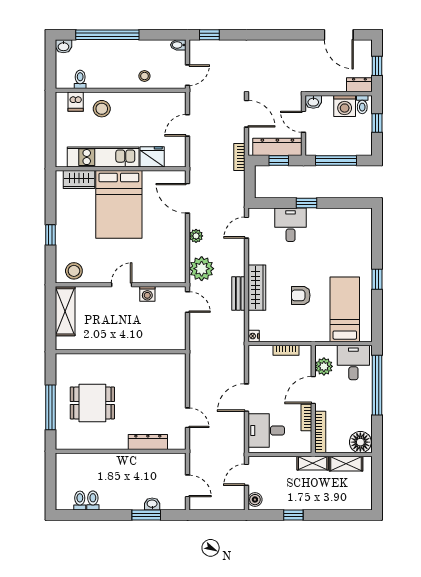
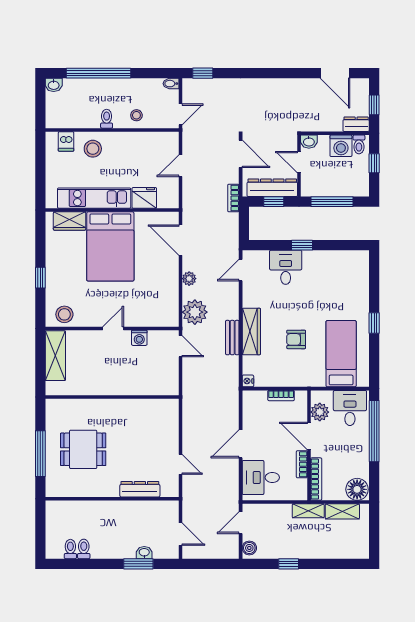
toilet: (80, 79) -> (107, 119), moved
door: (313, 390) -> (309, 436), hinge flipped

